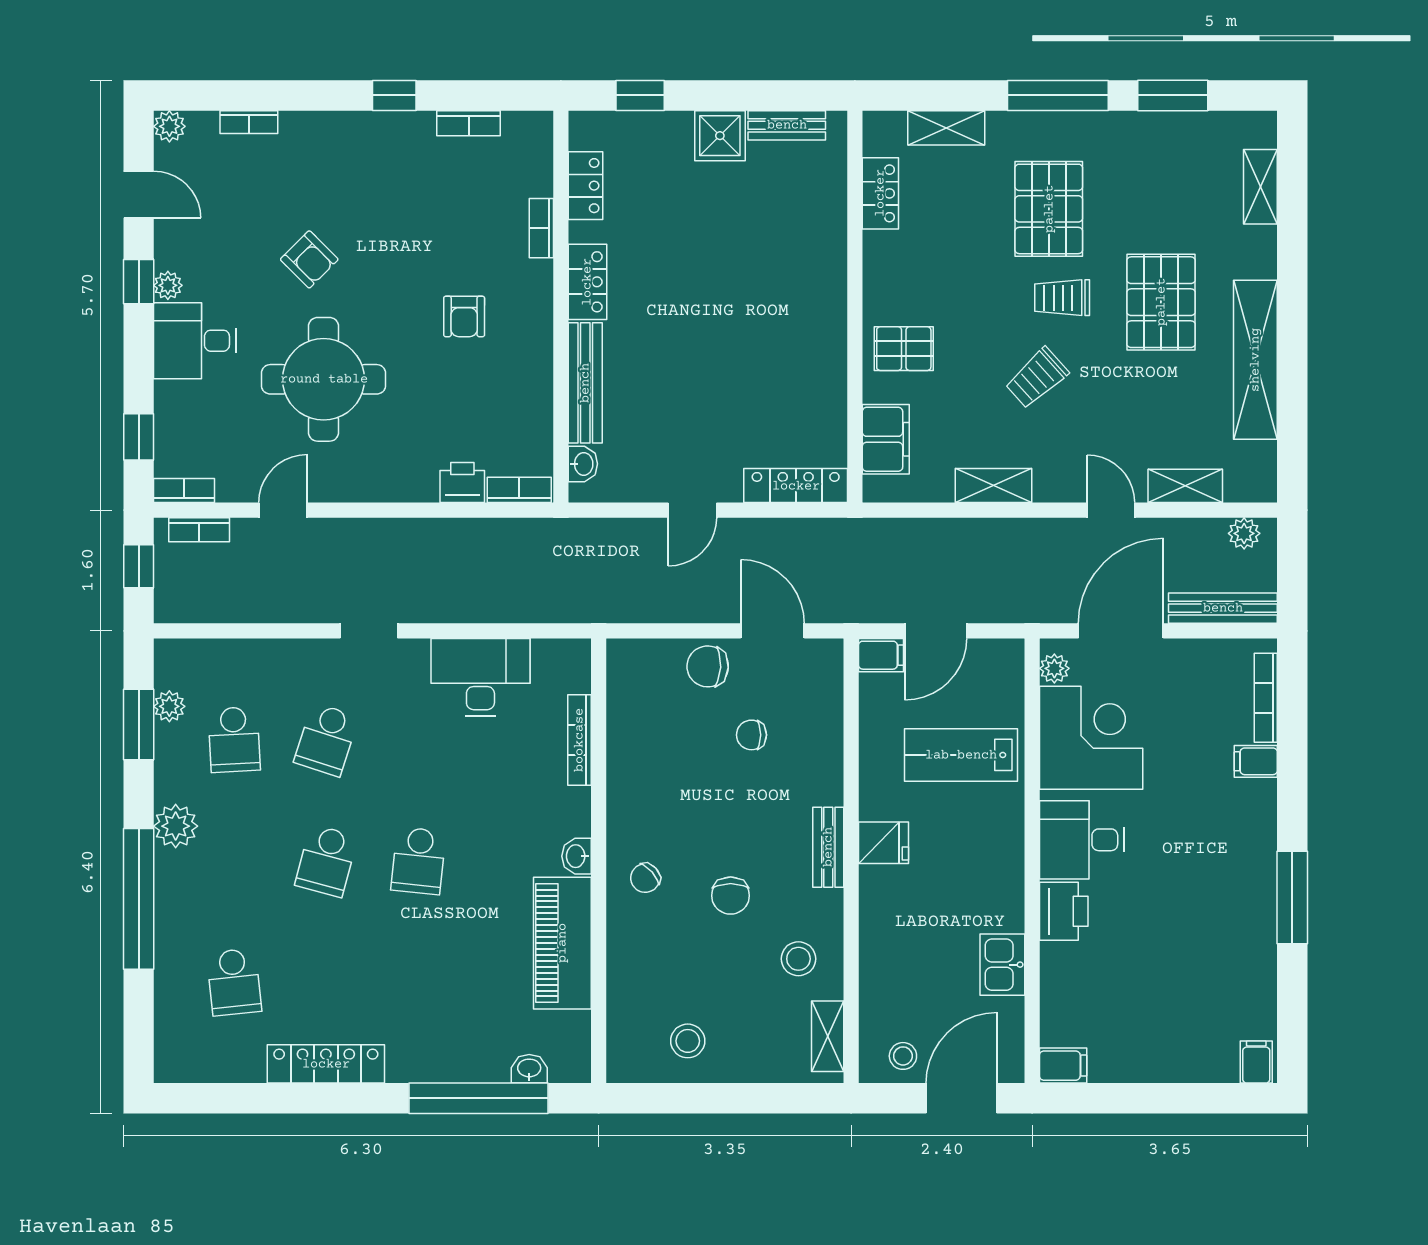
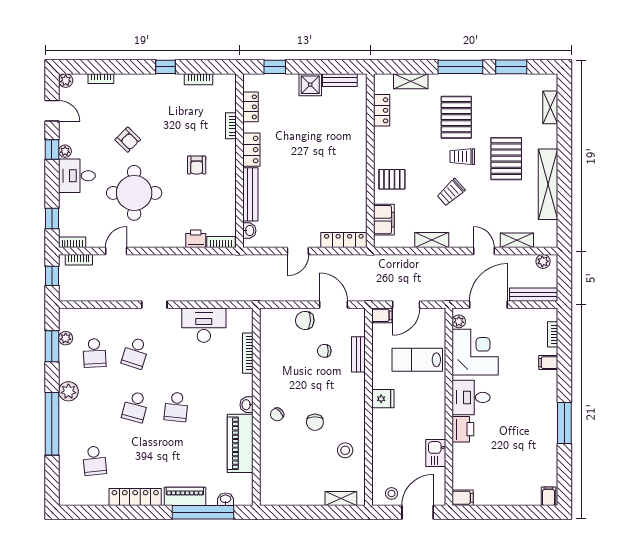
bookcase: (1266, 698) -> (553, 334), width x0.64
bench: (828, 847) -> (358, 354), moved
shelving: (828, 1036) -> (341, 499), moved, turned 90
stool: (688, 1041) -> (296, 487), removed
piano: (438, 1062) -> (185, 496), added

